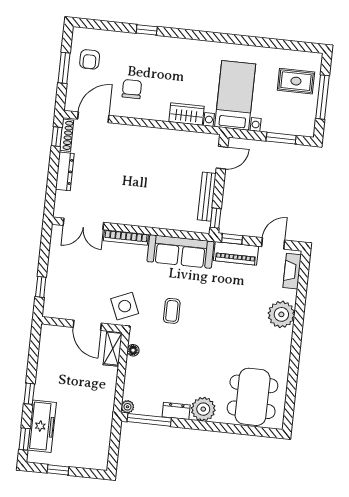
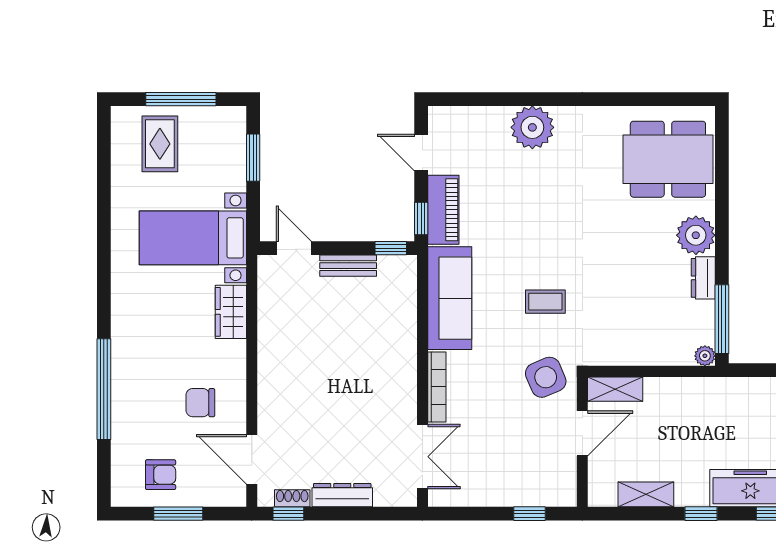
window: (147, 30) -> (104, 389), width x3.17
shoe rack: (67, 135) -> (292, 498), width x0.70
bench: (207, 197) -> (348, 266), width x0.73
fireplace: (292, 271) -> (462, 118), removed
floor lamp: (133, 350) -> (614, 357), removed
shelving: (45, 361) -> (646, 494), added

